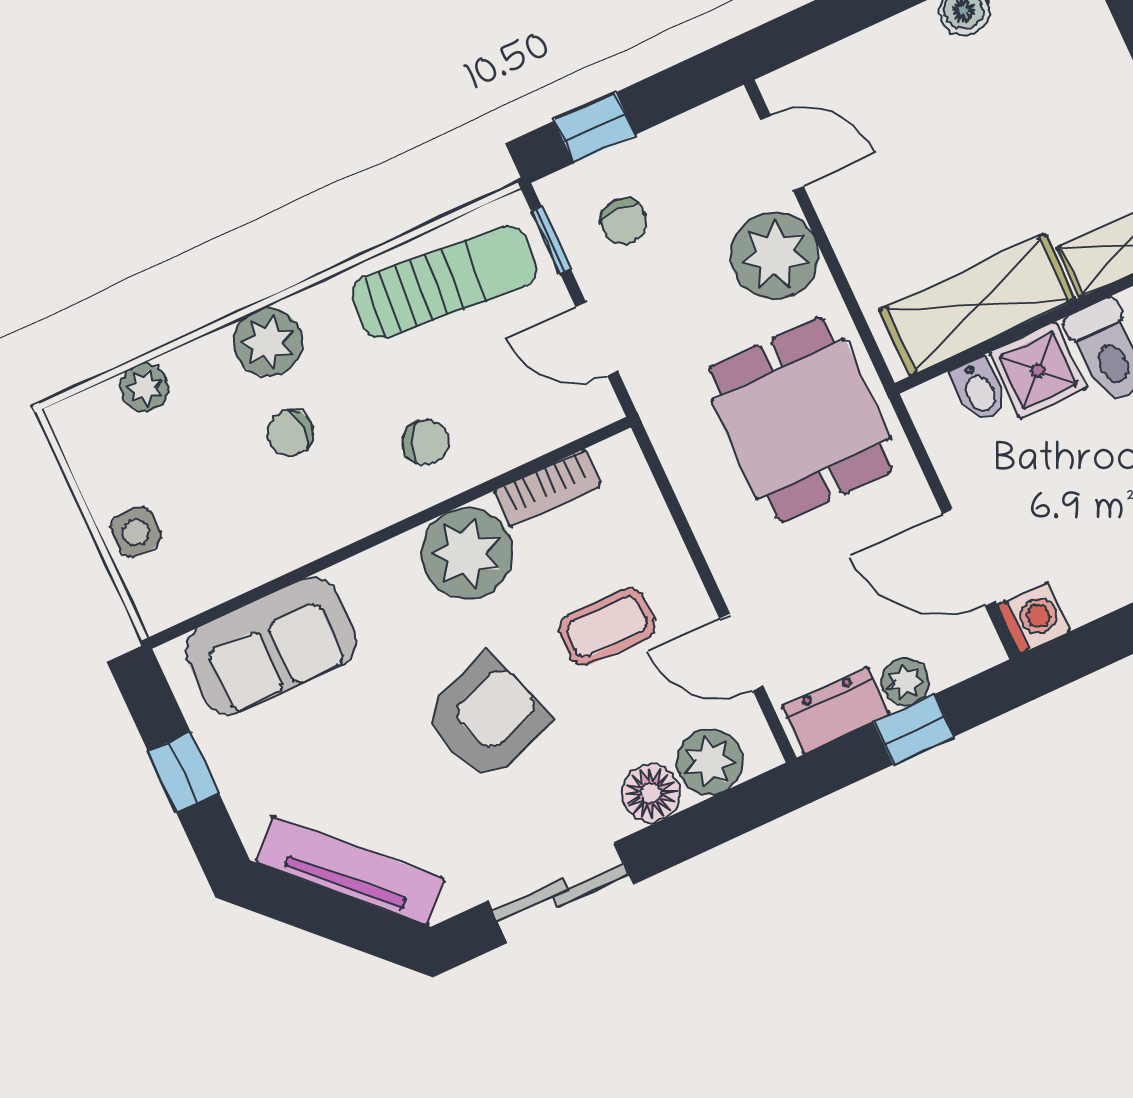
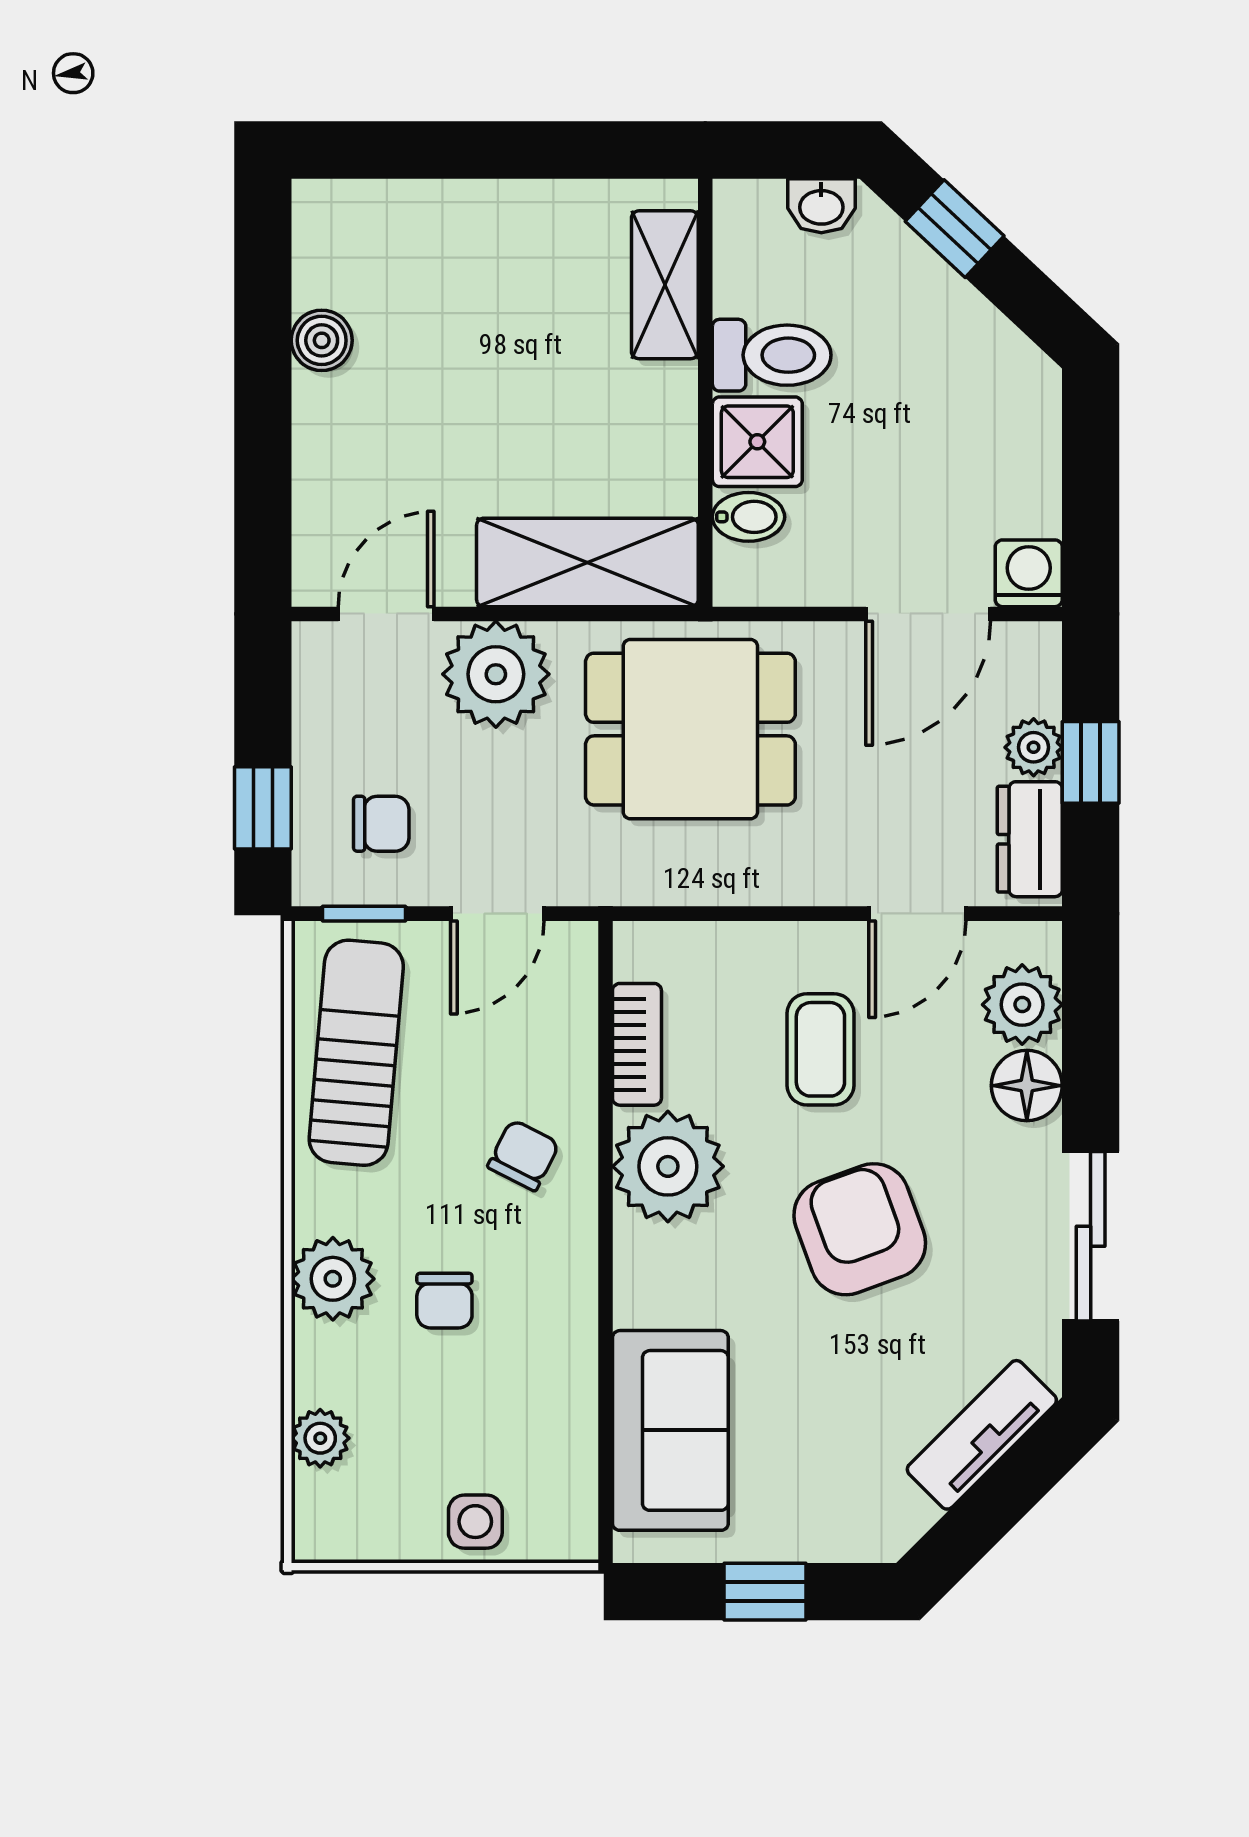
shelving: (977, 305) -> (587, 562), moved, turned 90
tv unit: (350, 871) -> (982, 1435), width x0.71

